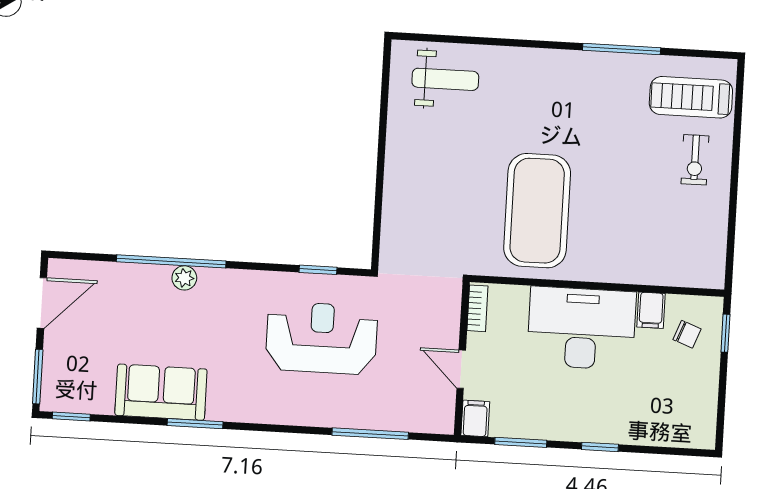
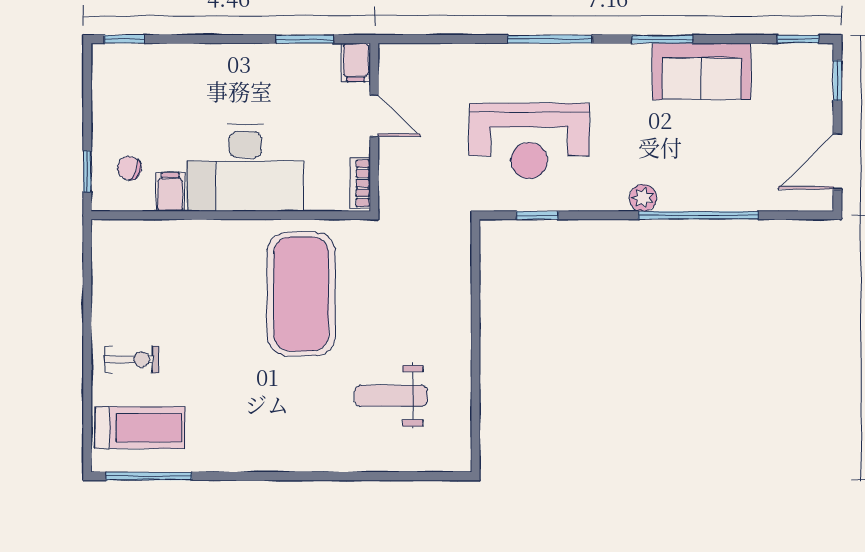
window: (622, 49) -> (149, 476), moved
weight bench: (445, 79) -> (391, 396), moved
exercise bike: (695, 160) -> (132, 359), turned 90
plant: (184, 278) -> (643, 198), moved
window: (38, 377) -> (837, 81), width x0.67
window: (370, 434) -> (550, 39), moved
window: (600, 447) -> (125, 39), moved

